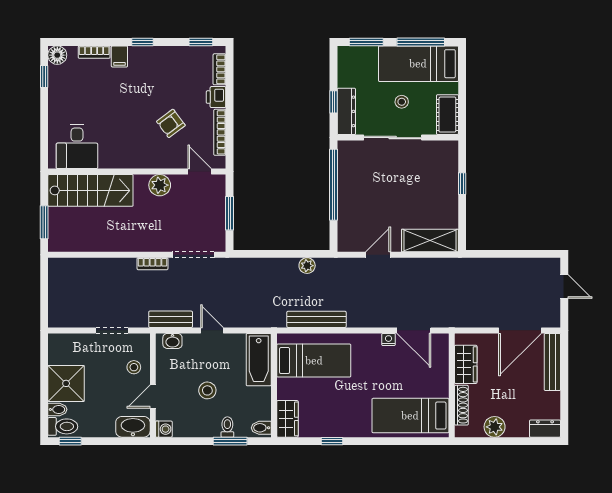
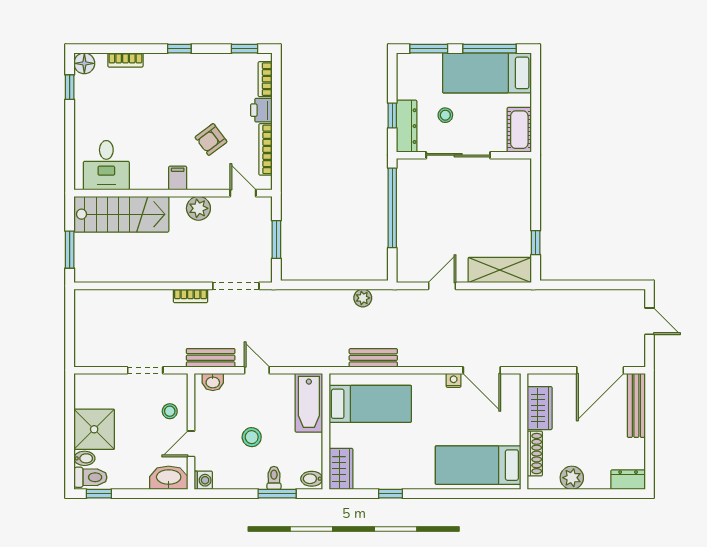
filing cabinet: (119, 56) -> (178, 178), moved, turned 180
stool: (402, 102) -> (445, 115), moved
window: (462, 184) -> (536, 243), moved
bench: (316, 319) -> (373, 358), width x0.73

